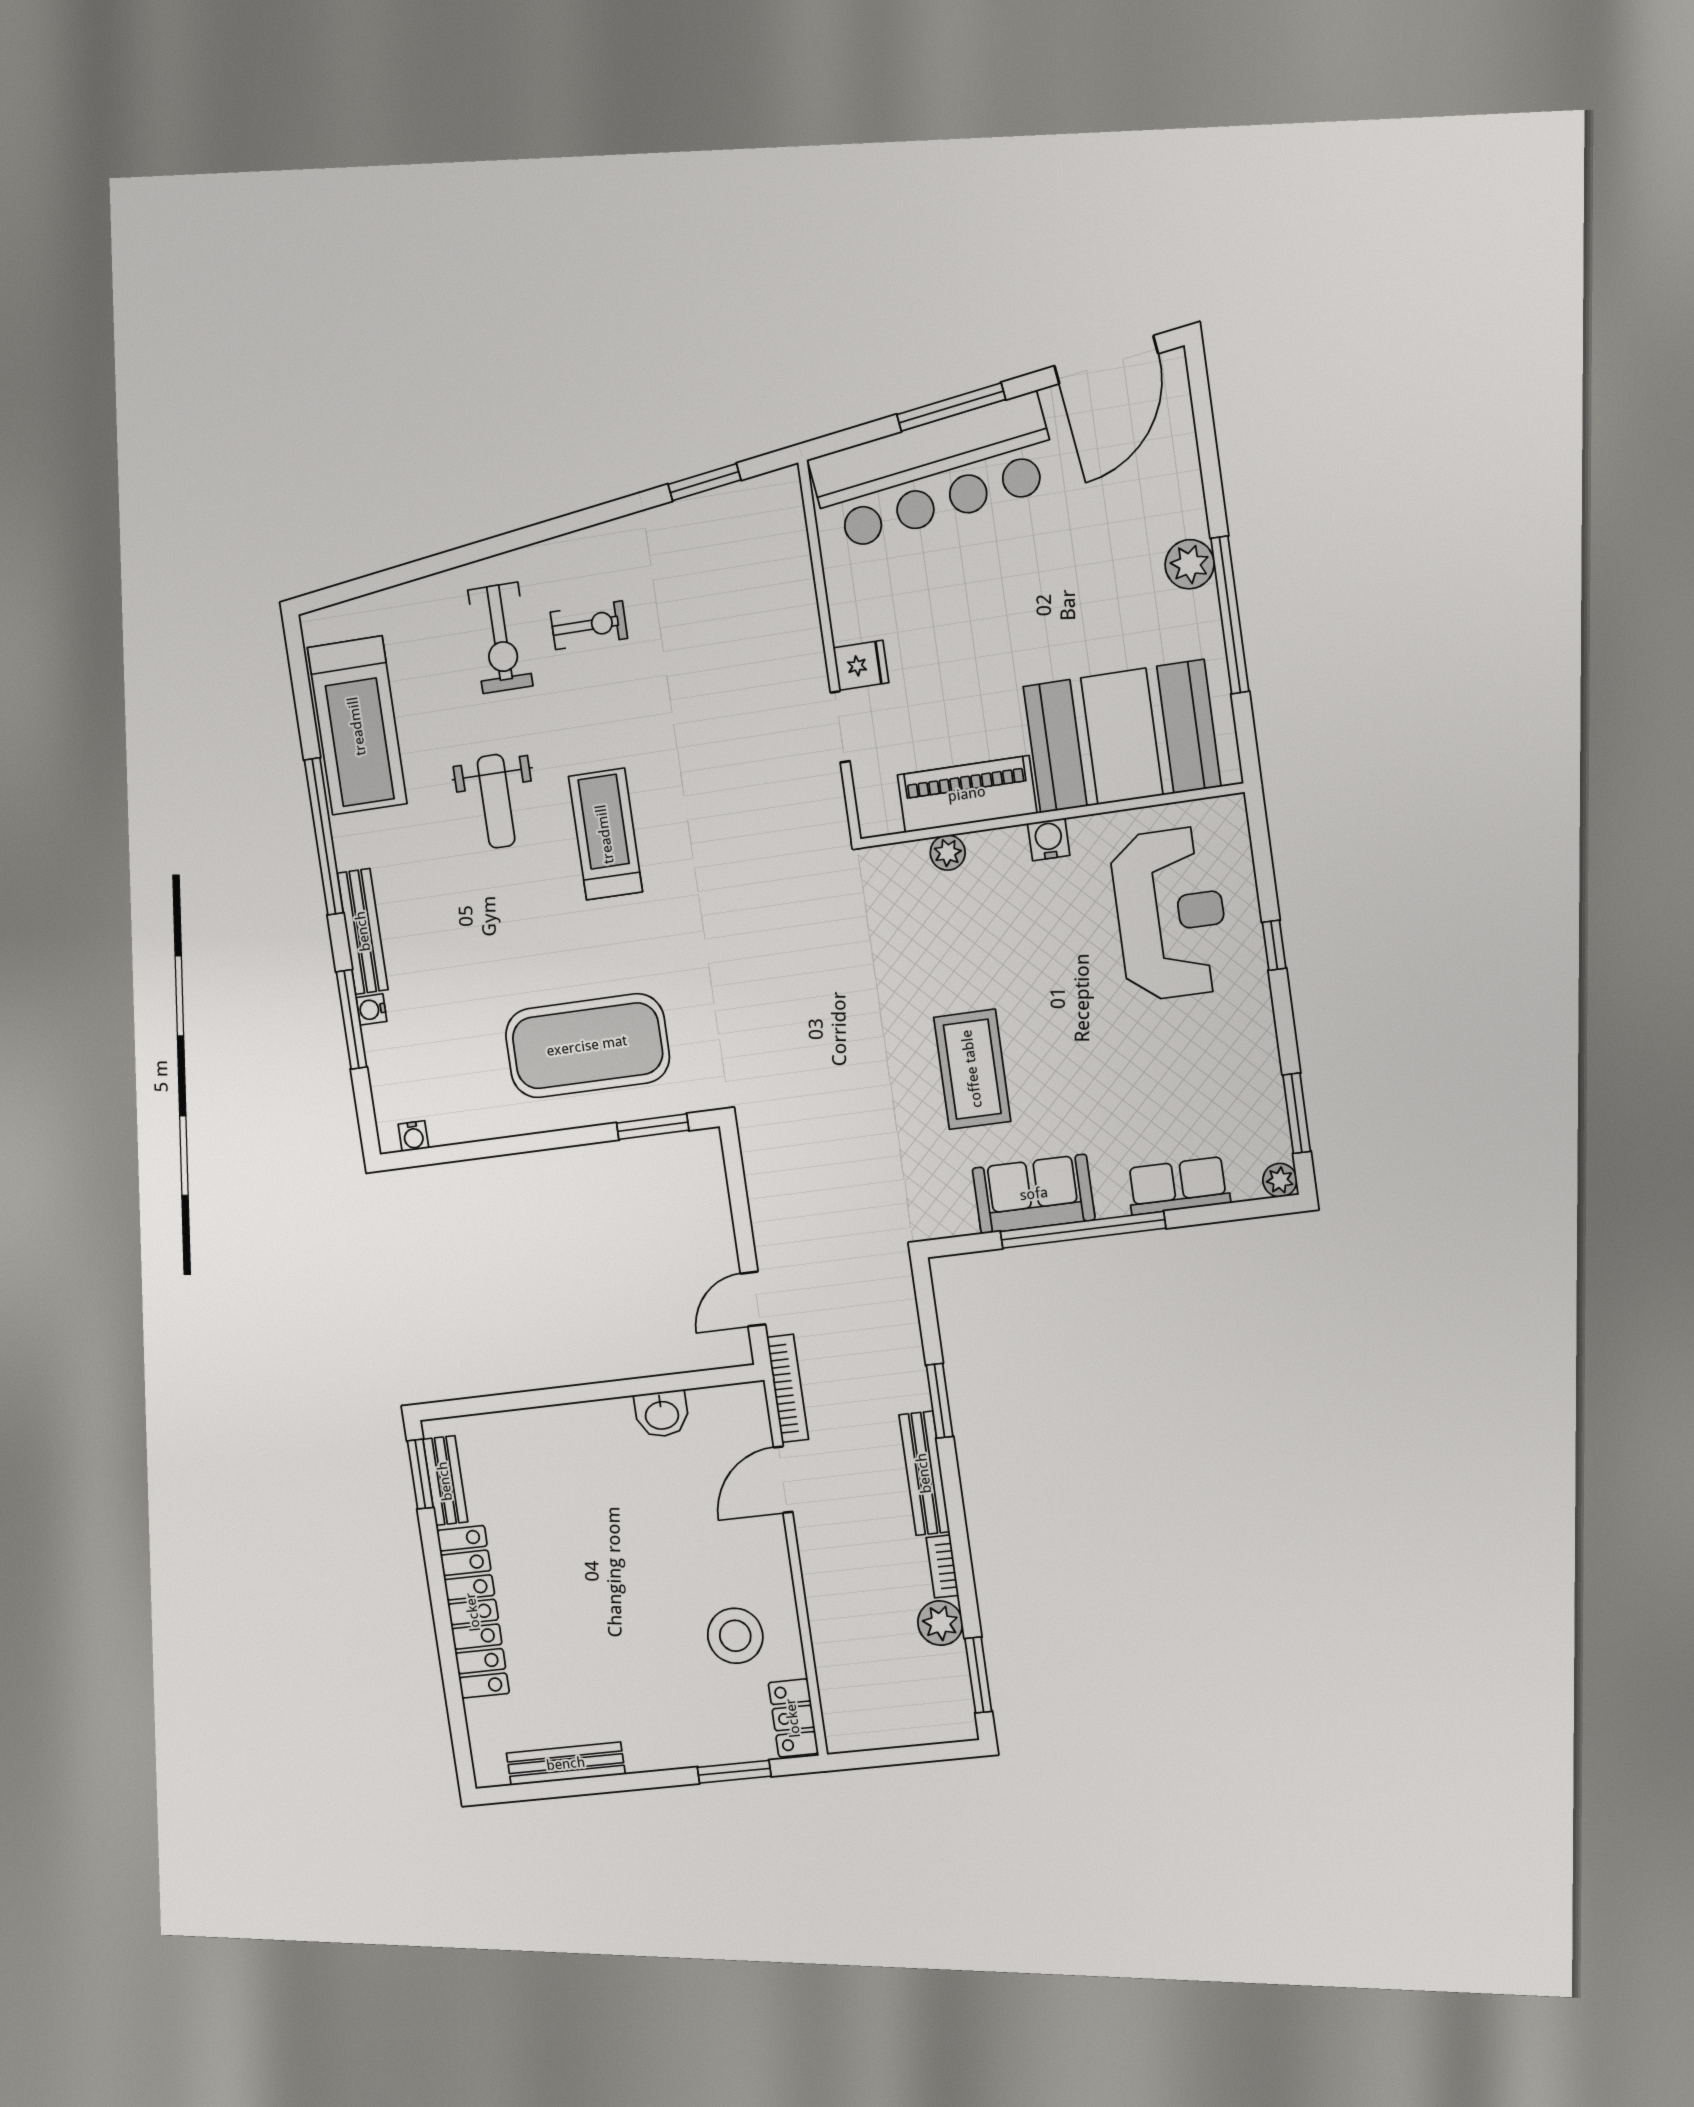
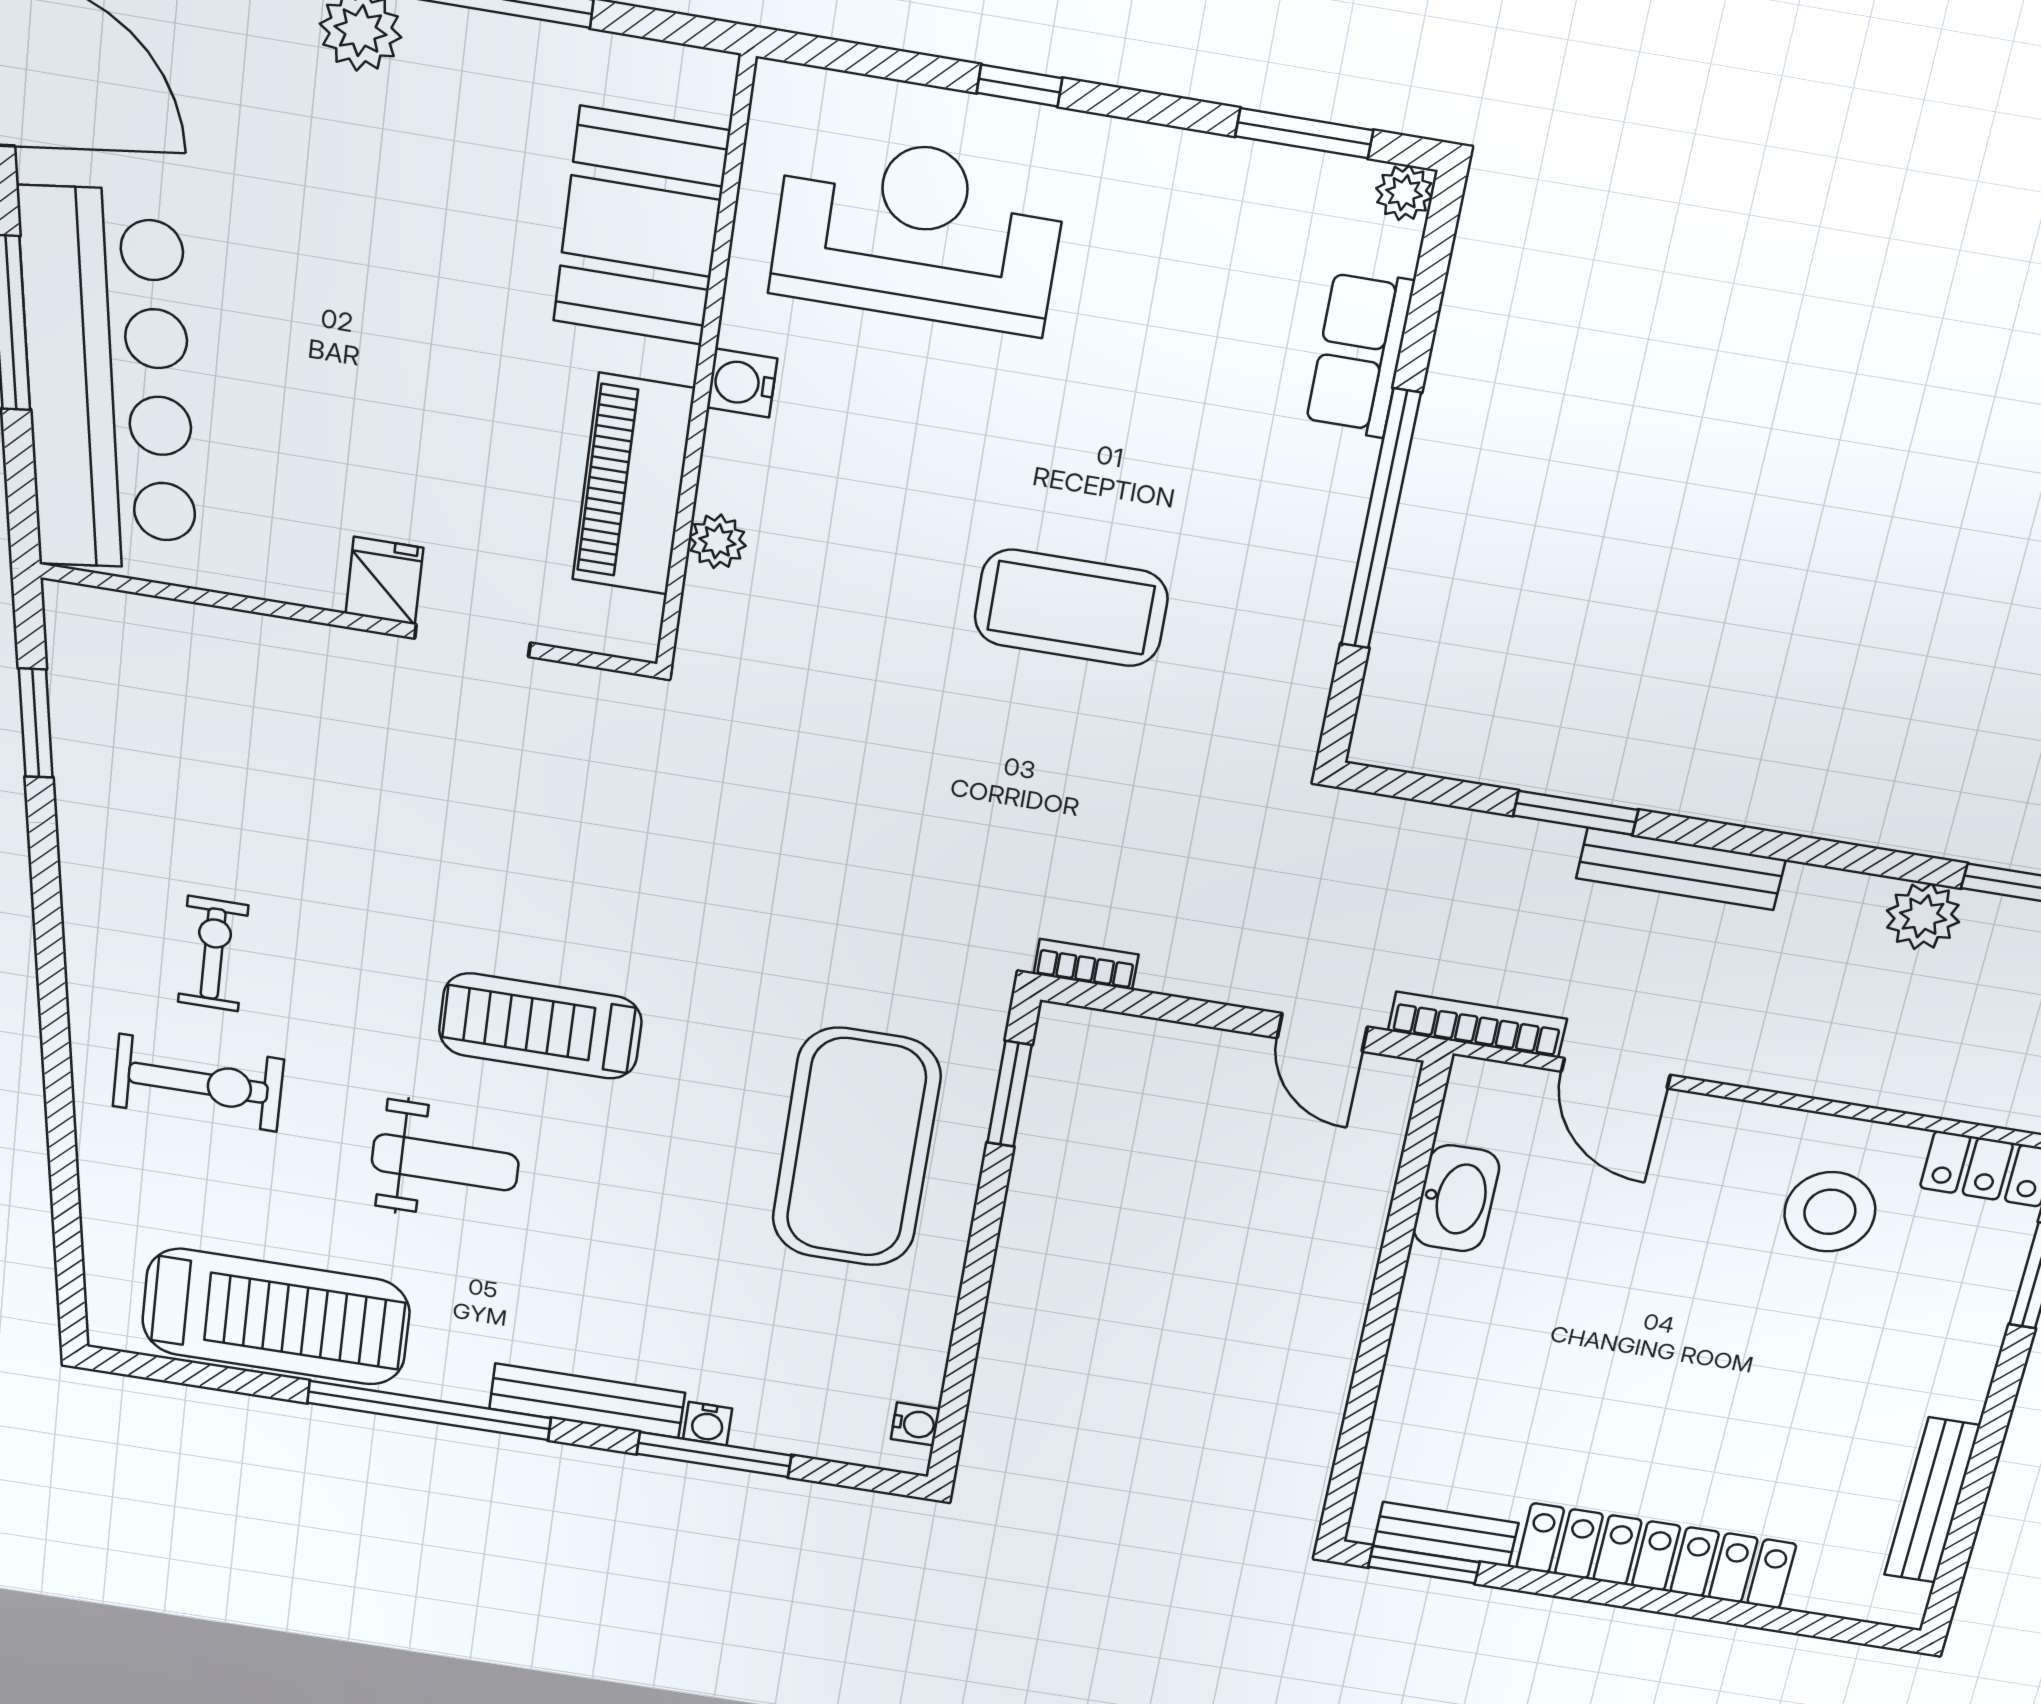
booth: (1122, 736) -> (641, 226), width x0.73, depth x0.70
sofa: (1034, 1194) -> (1299, 576), removed
washbasin: (662, 1414) -> (1456, 1198), width x1.38
bookcase: (942, 1567) -> (1086, 964), moved, turned 180

